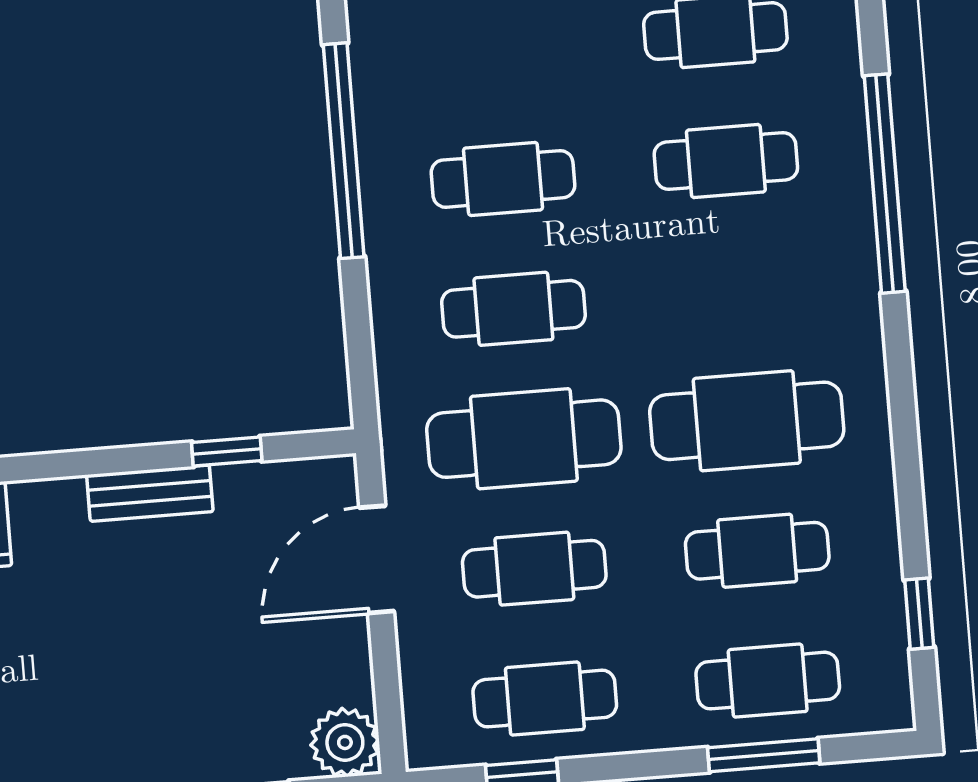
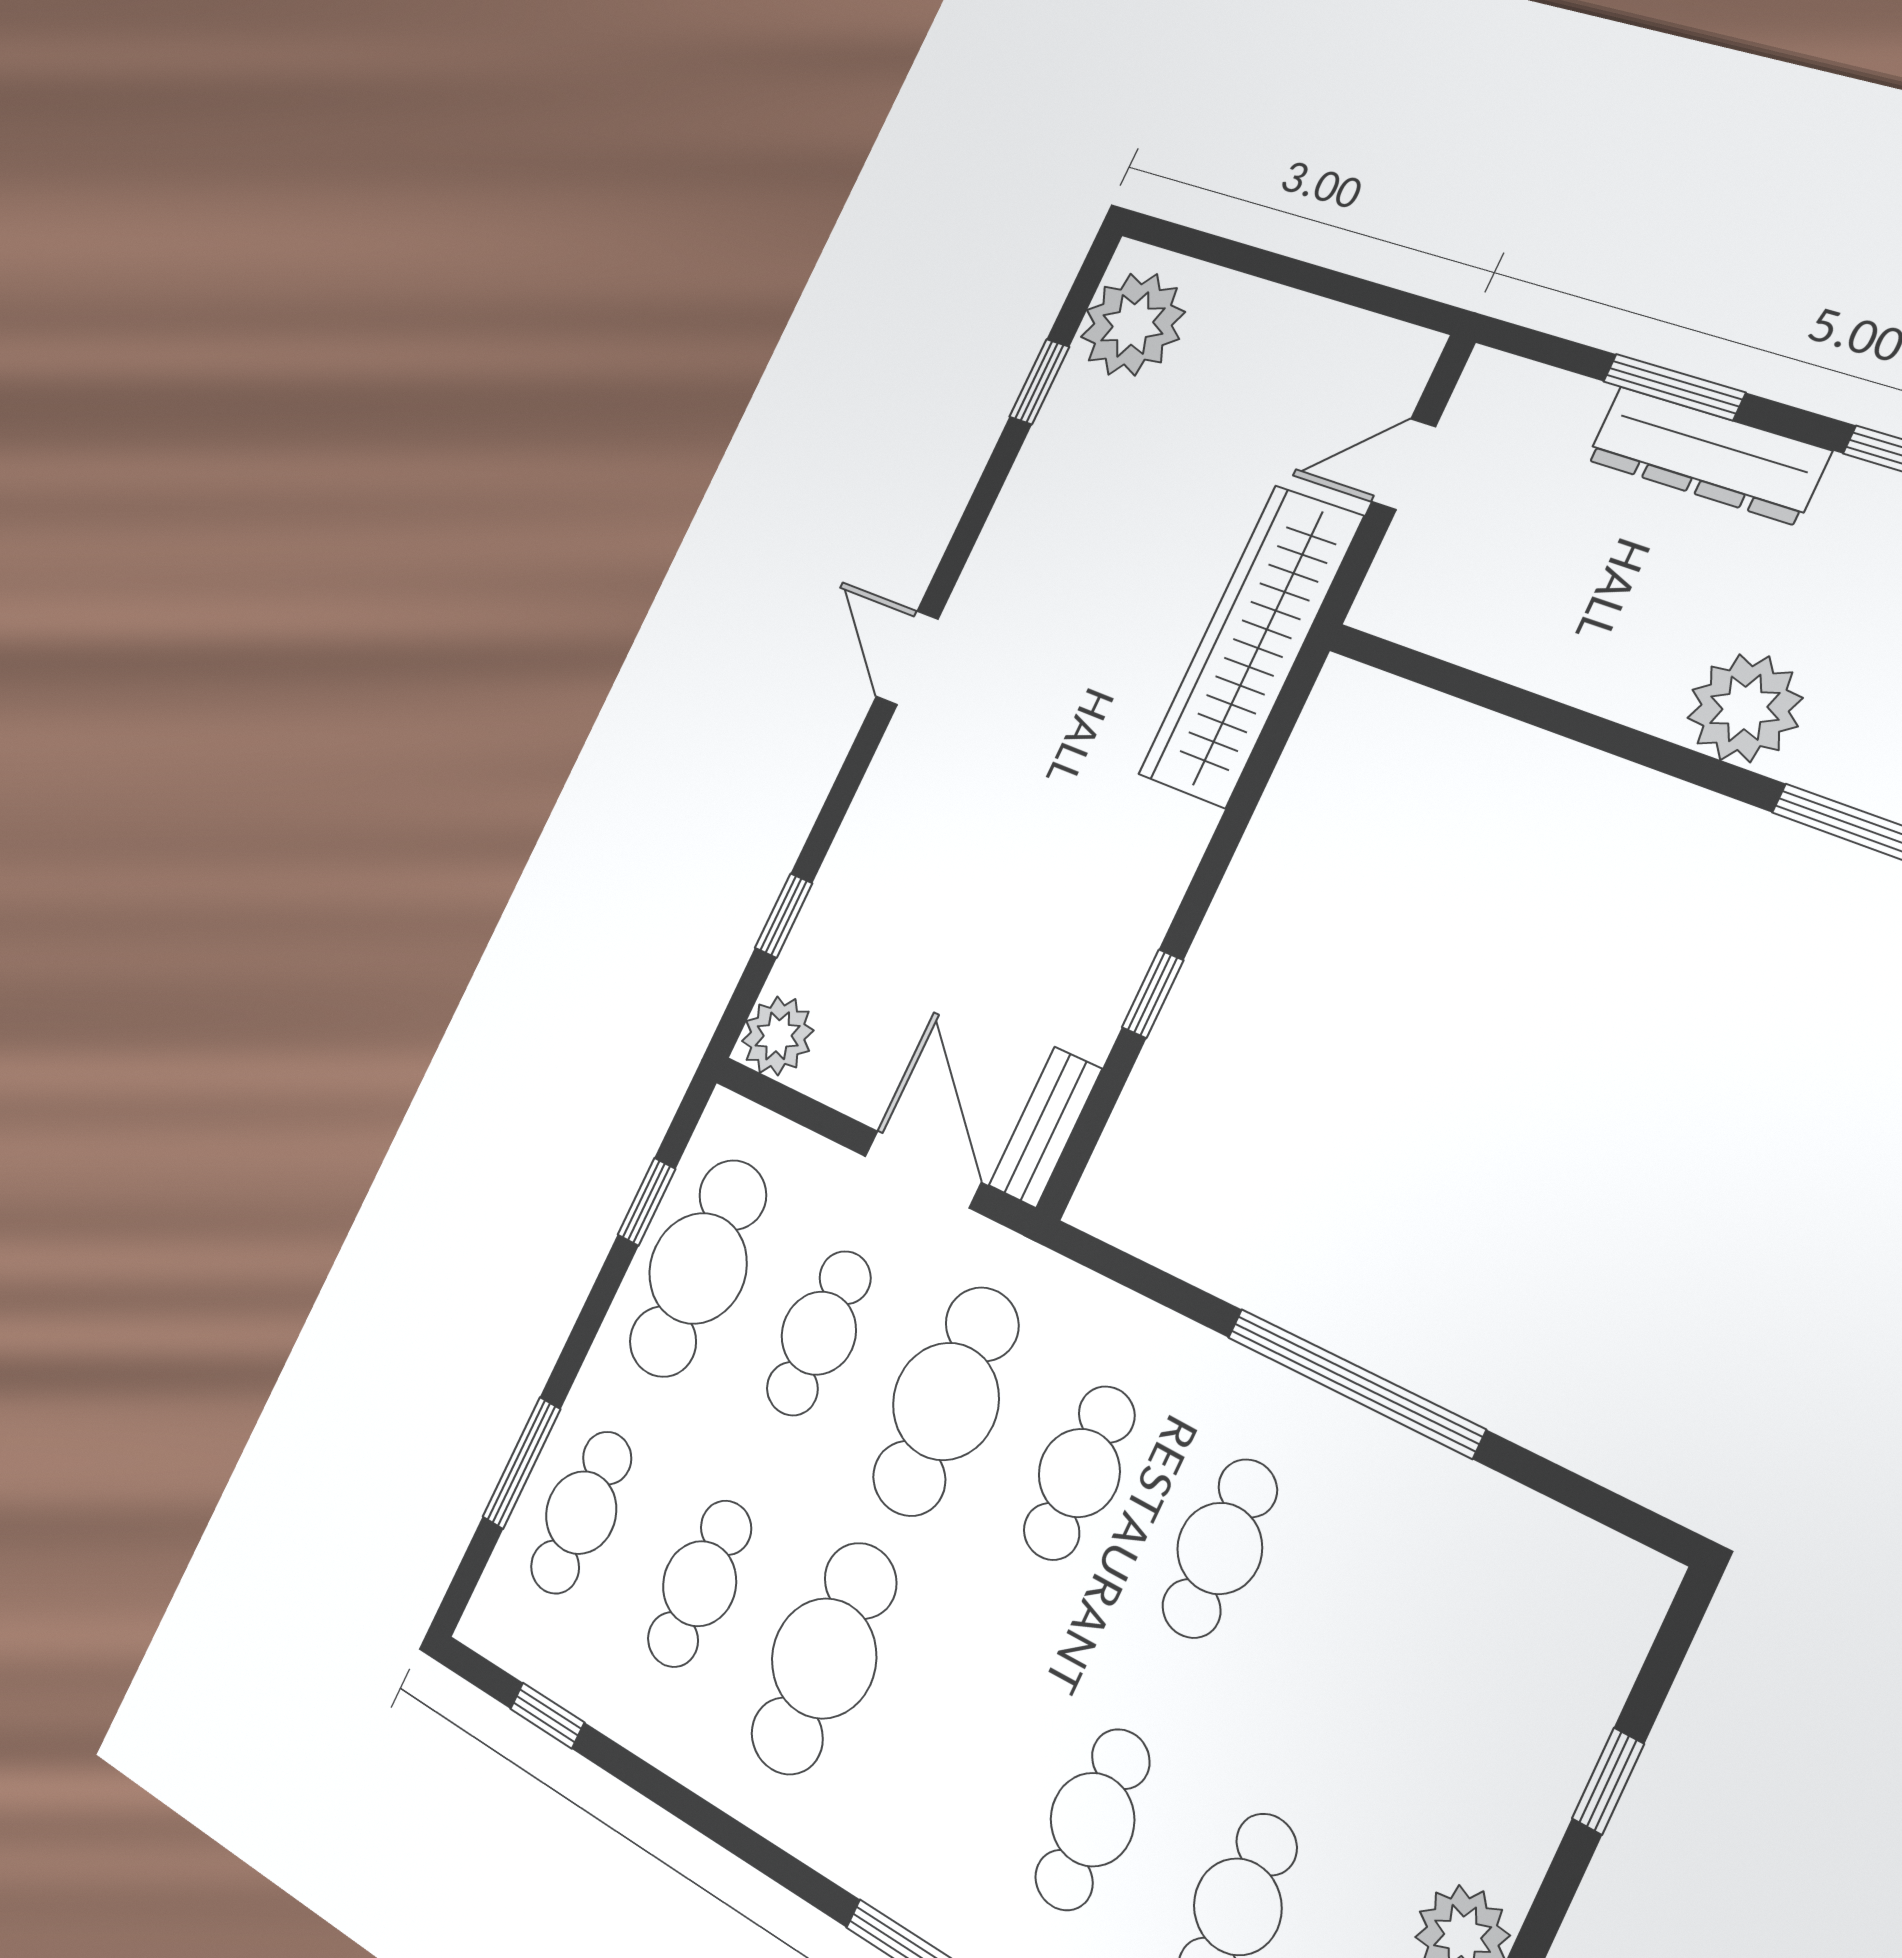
window: (227, 452) -> (1153, 994), moved
bench: (150, 493) -> (1045, 1127), moved
cafe table: (545, 699) -> (698, 1268), width x1.37, depth x1.35

